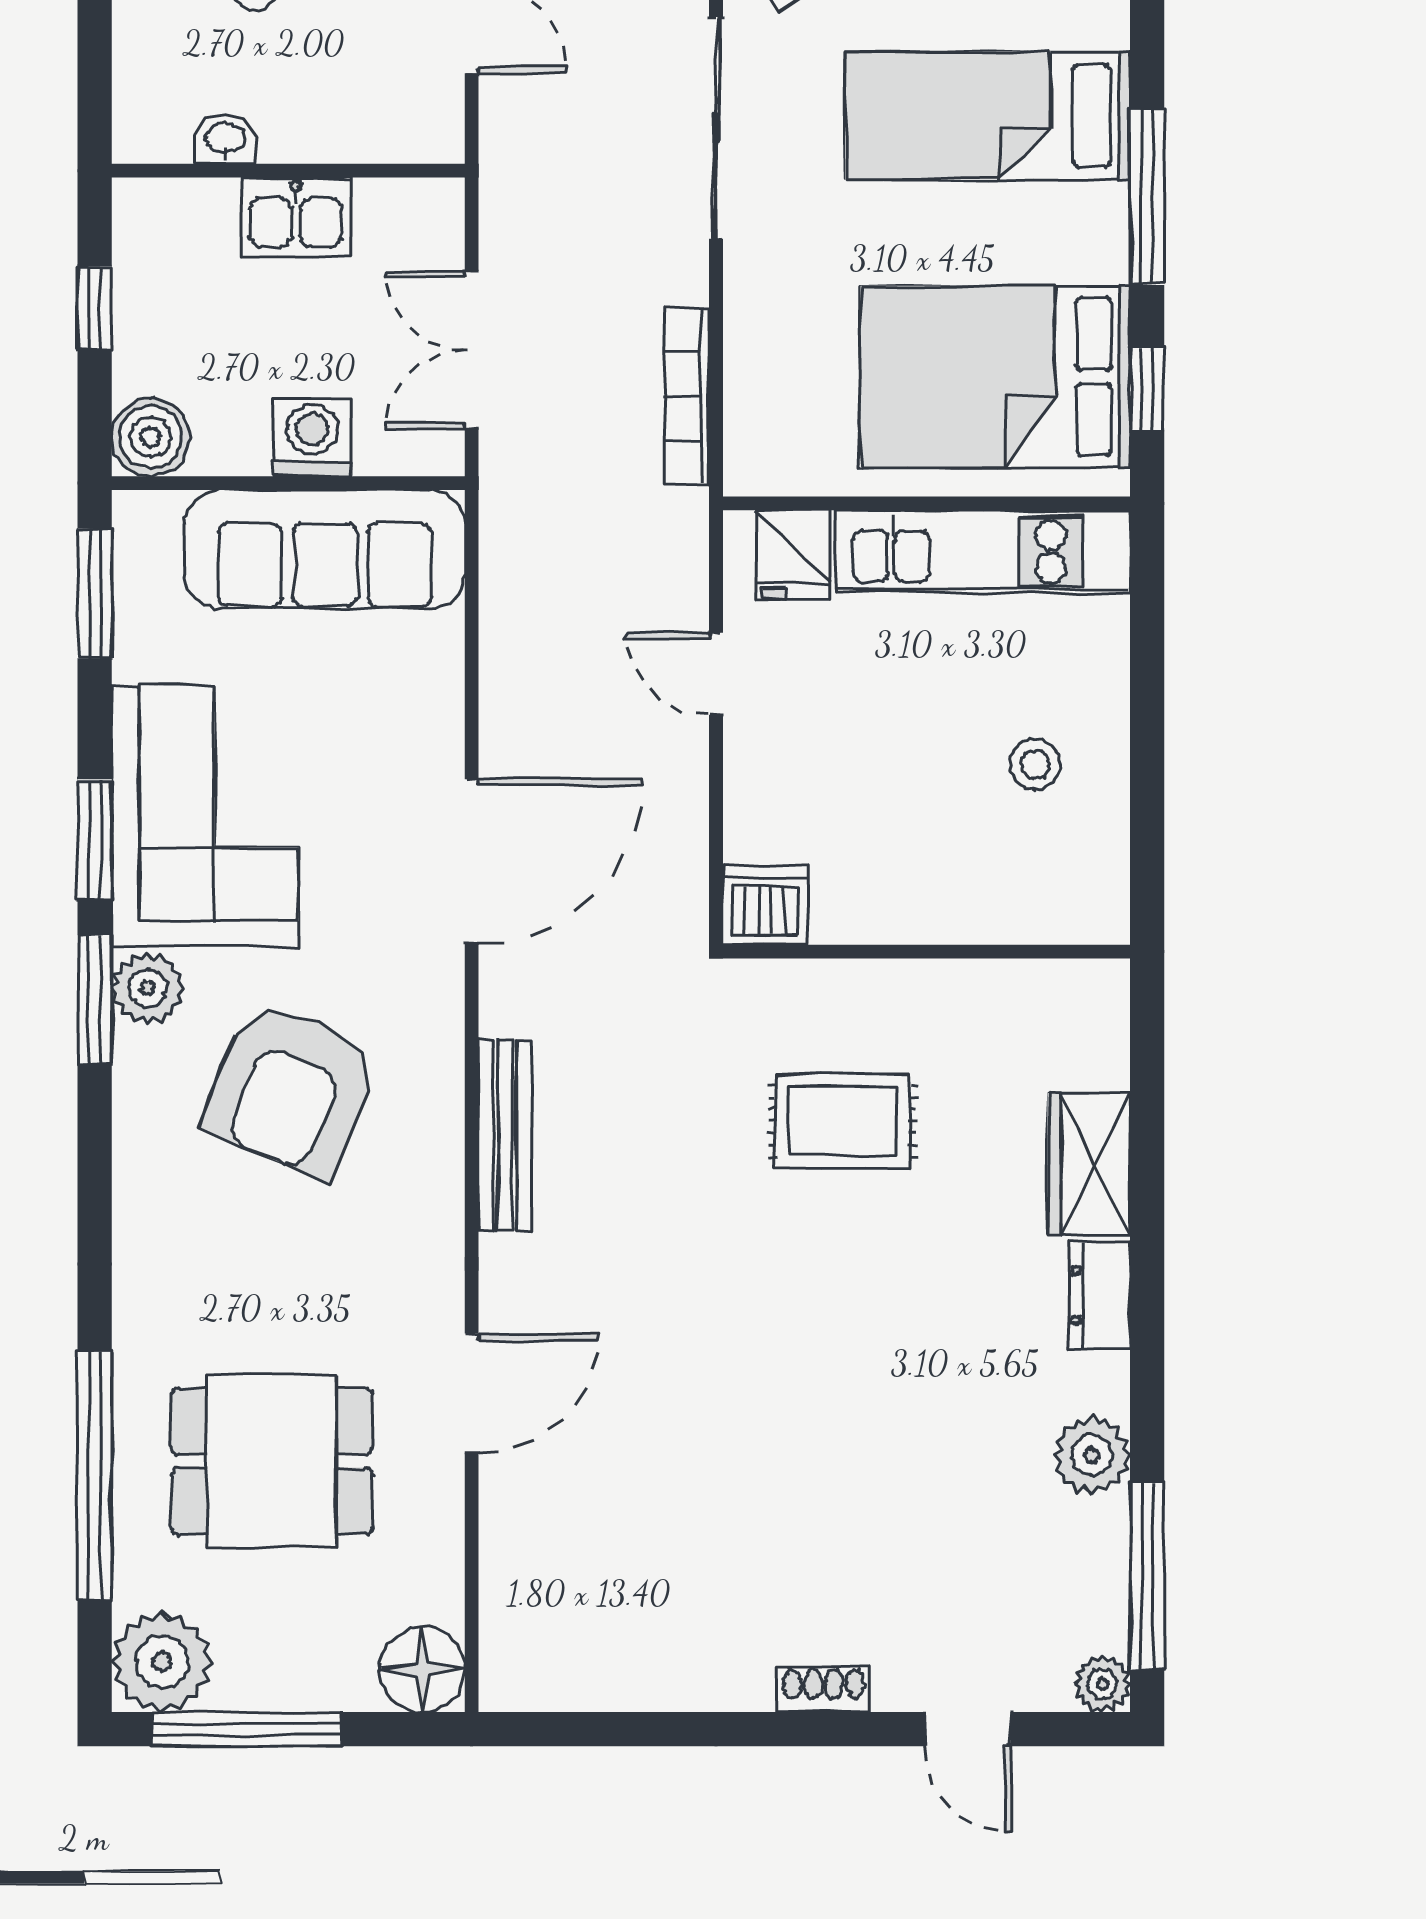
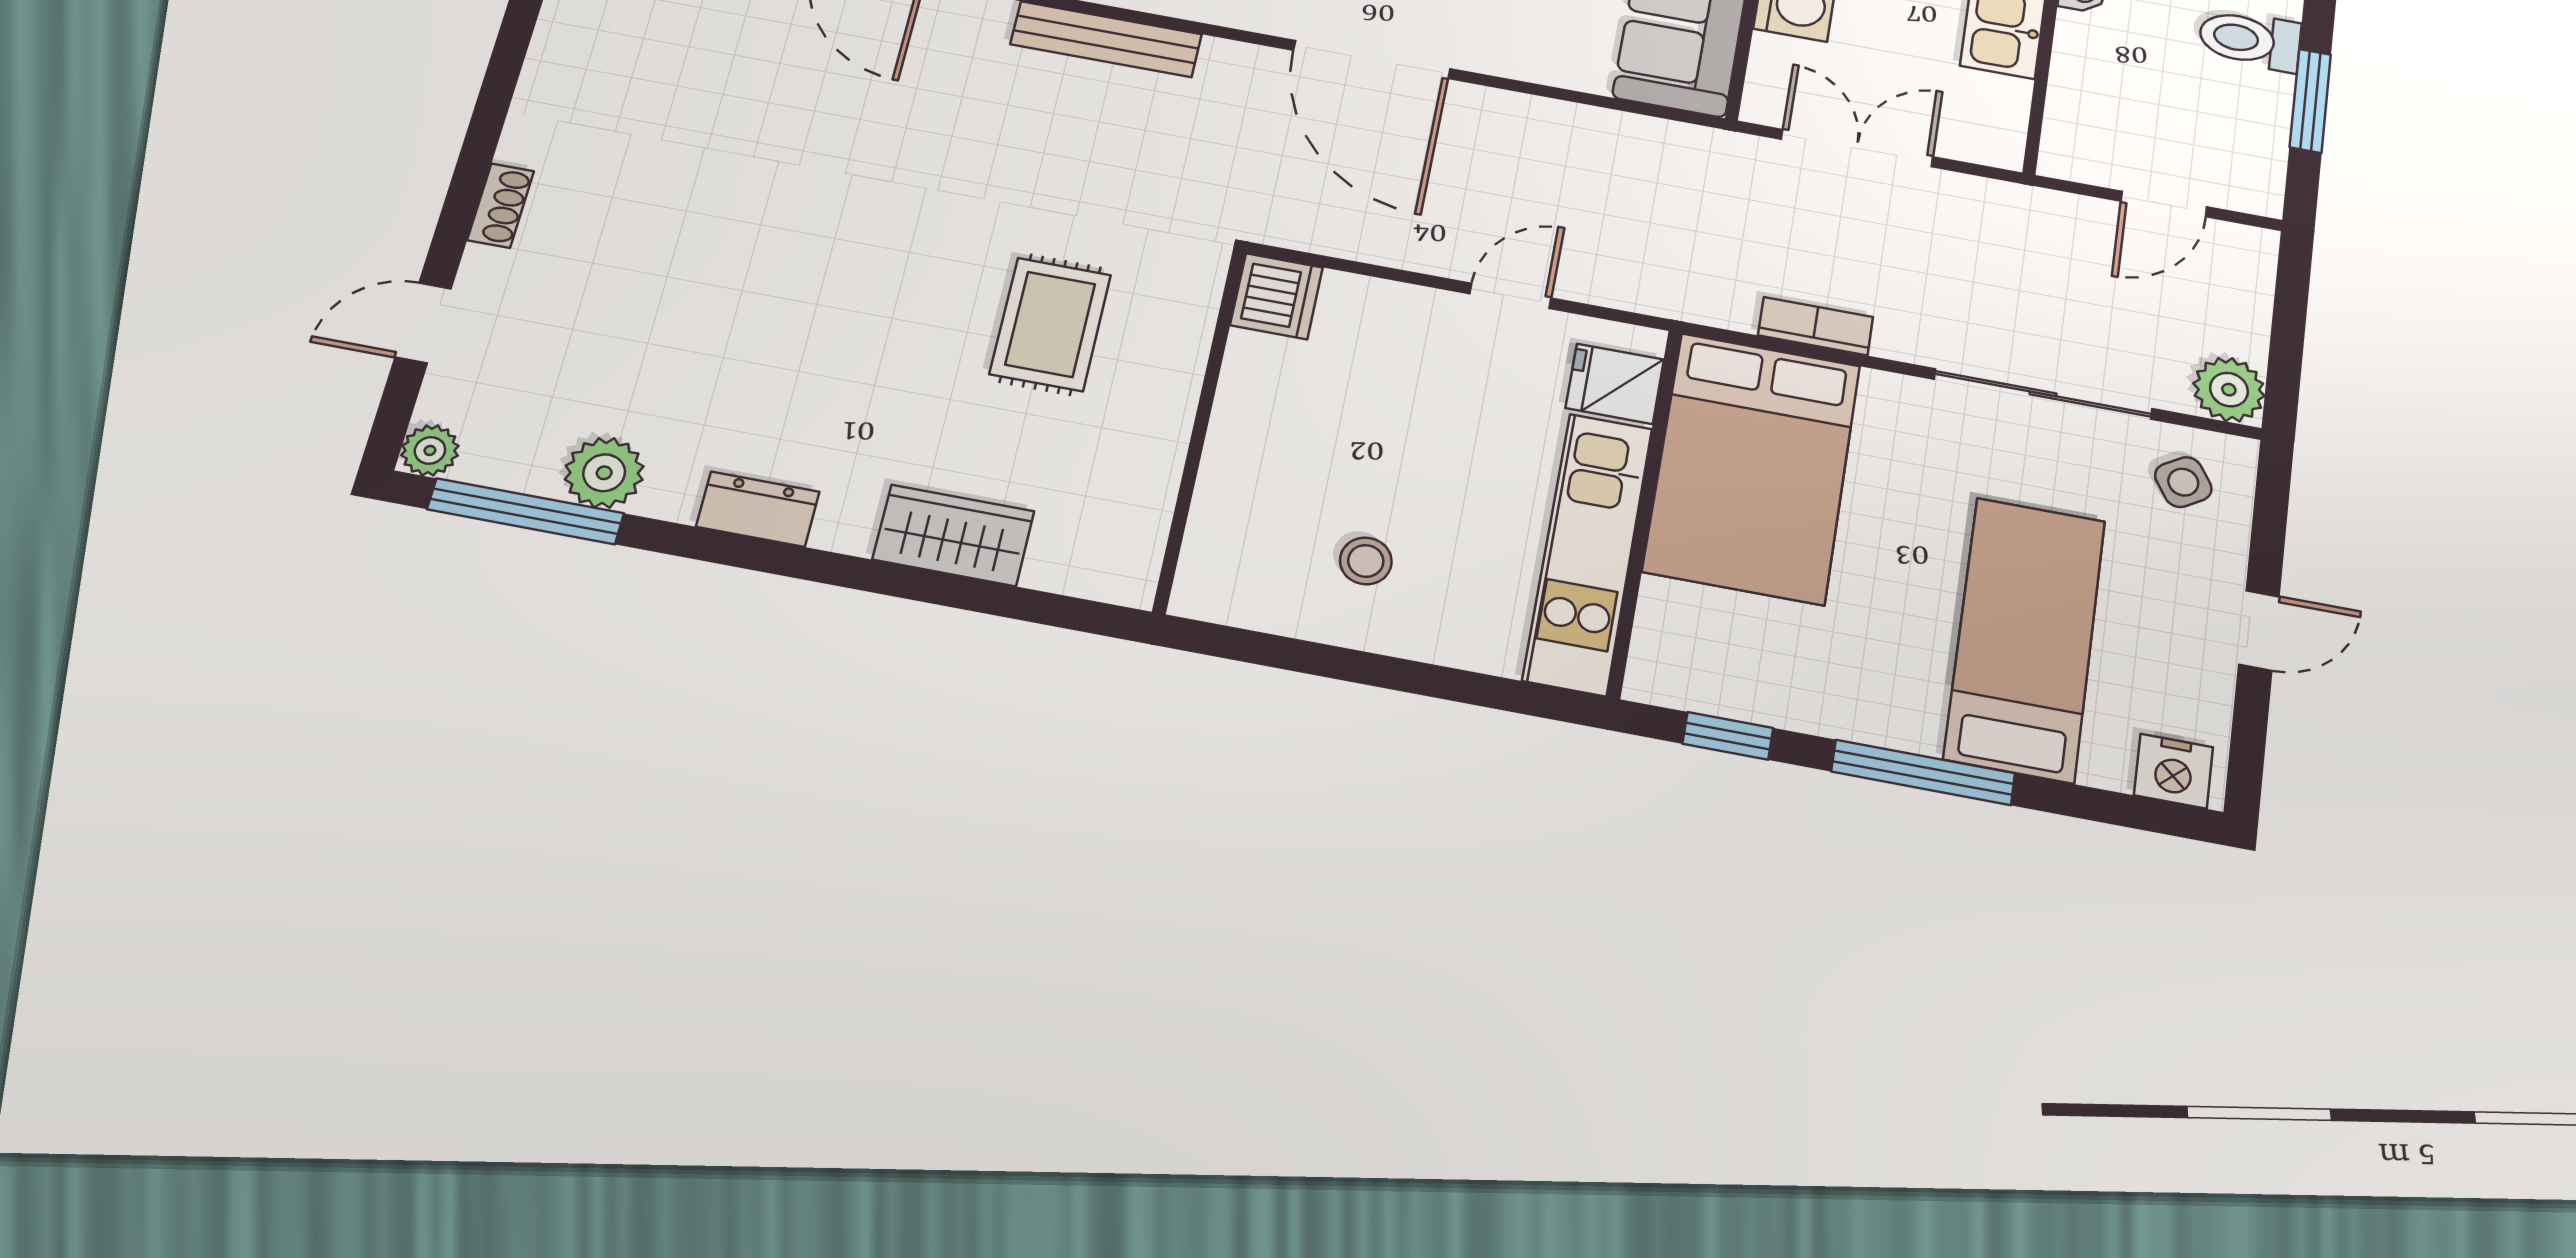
bed: (995, 377) -> (1752, 468), moved, turned 180
bookcase: (687, 396) -> (1815, 326), width x0.64
dresser: (1100, 1295) -> (758, 509), moved
plant: (1092, 1455) -> (604, 473), moved

